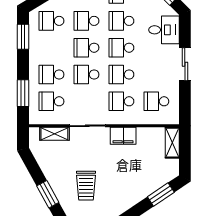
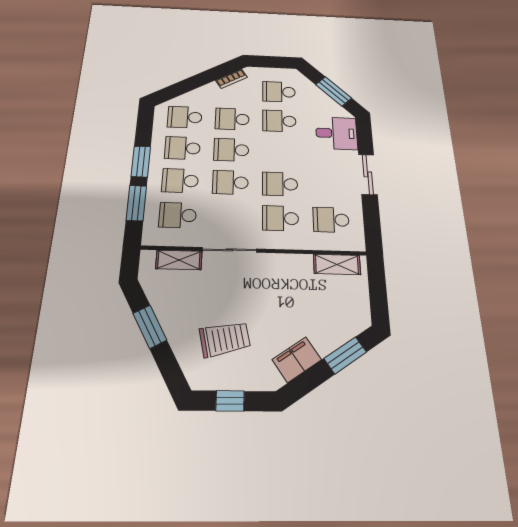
window: (23, 37) -> (141, 162), moved
school desk: (121, 48) -> (183, 148), moved
filing cabinet: (123, 136) -> (297, 360), moved, turned 146
shelving: (172, 143) -> (337, 264), moved, turned 90
trolley: (86, 186) -> (225, 339), turned -102
window: (48, 194) -> (150, 327), moved

